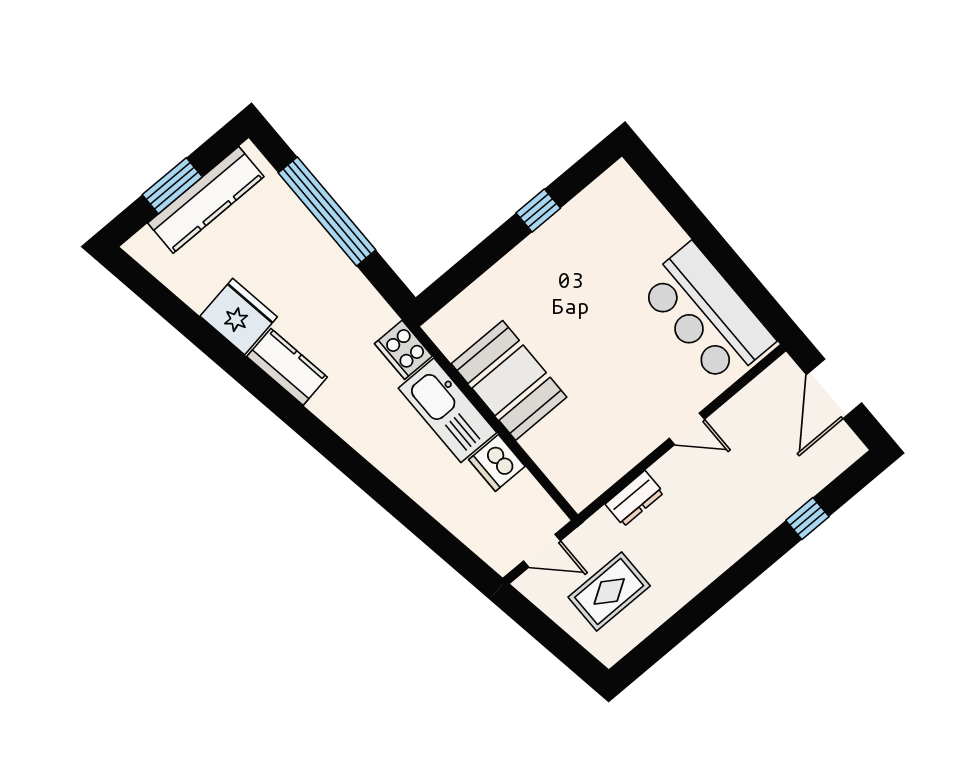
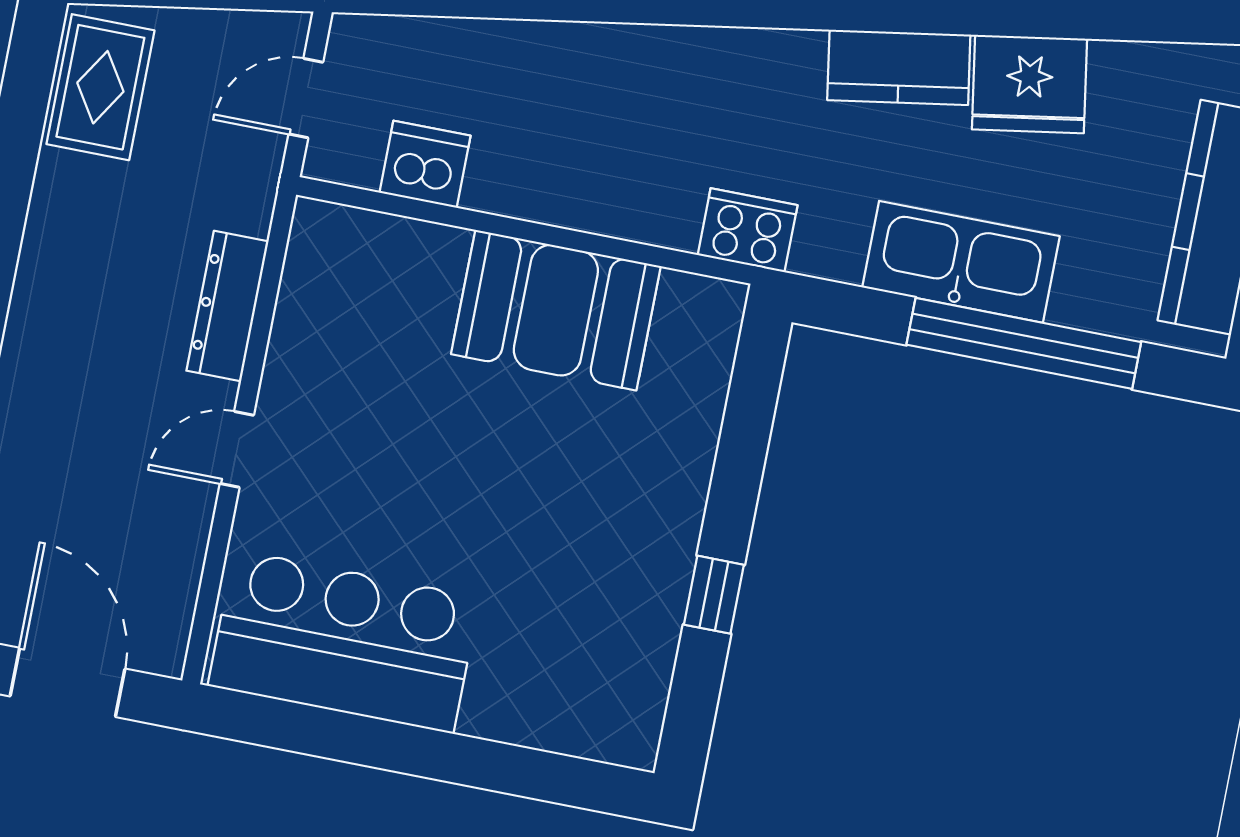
kitchen sink: (447, 410) -> (961, 262), moved
dishwasher: (497, 463) -> (425, 164), moved
dresser: (634, 498) -> (227, 306), width x1.44
rug: (609, 591) -> (100, 87), moved

